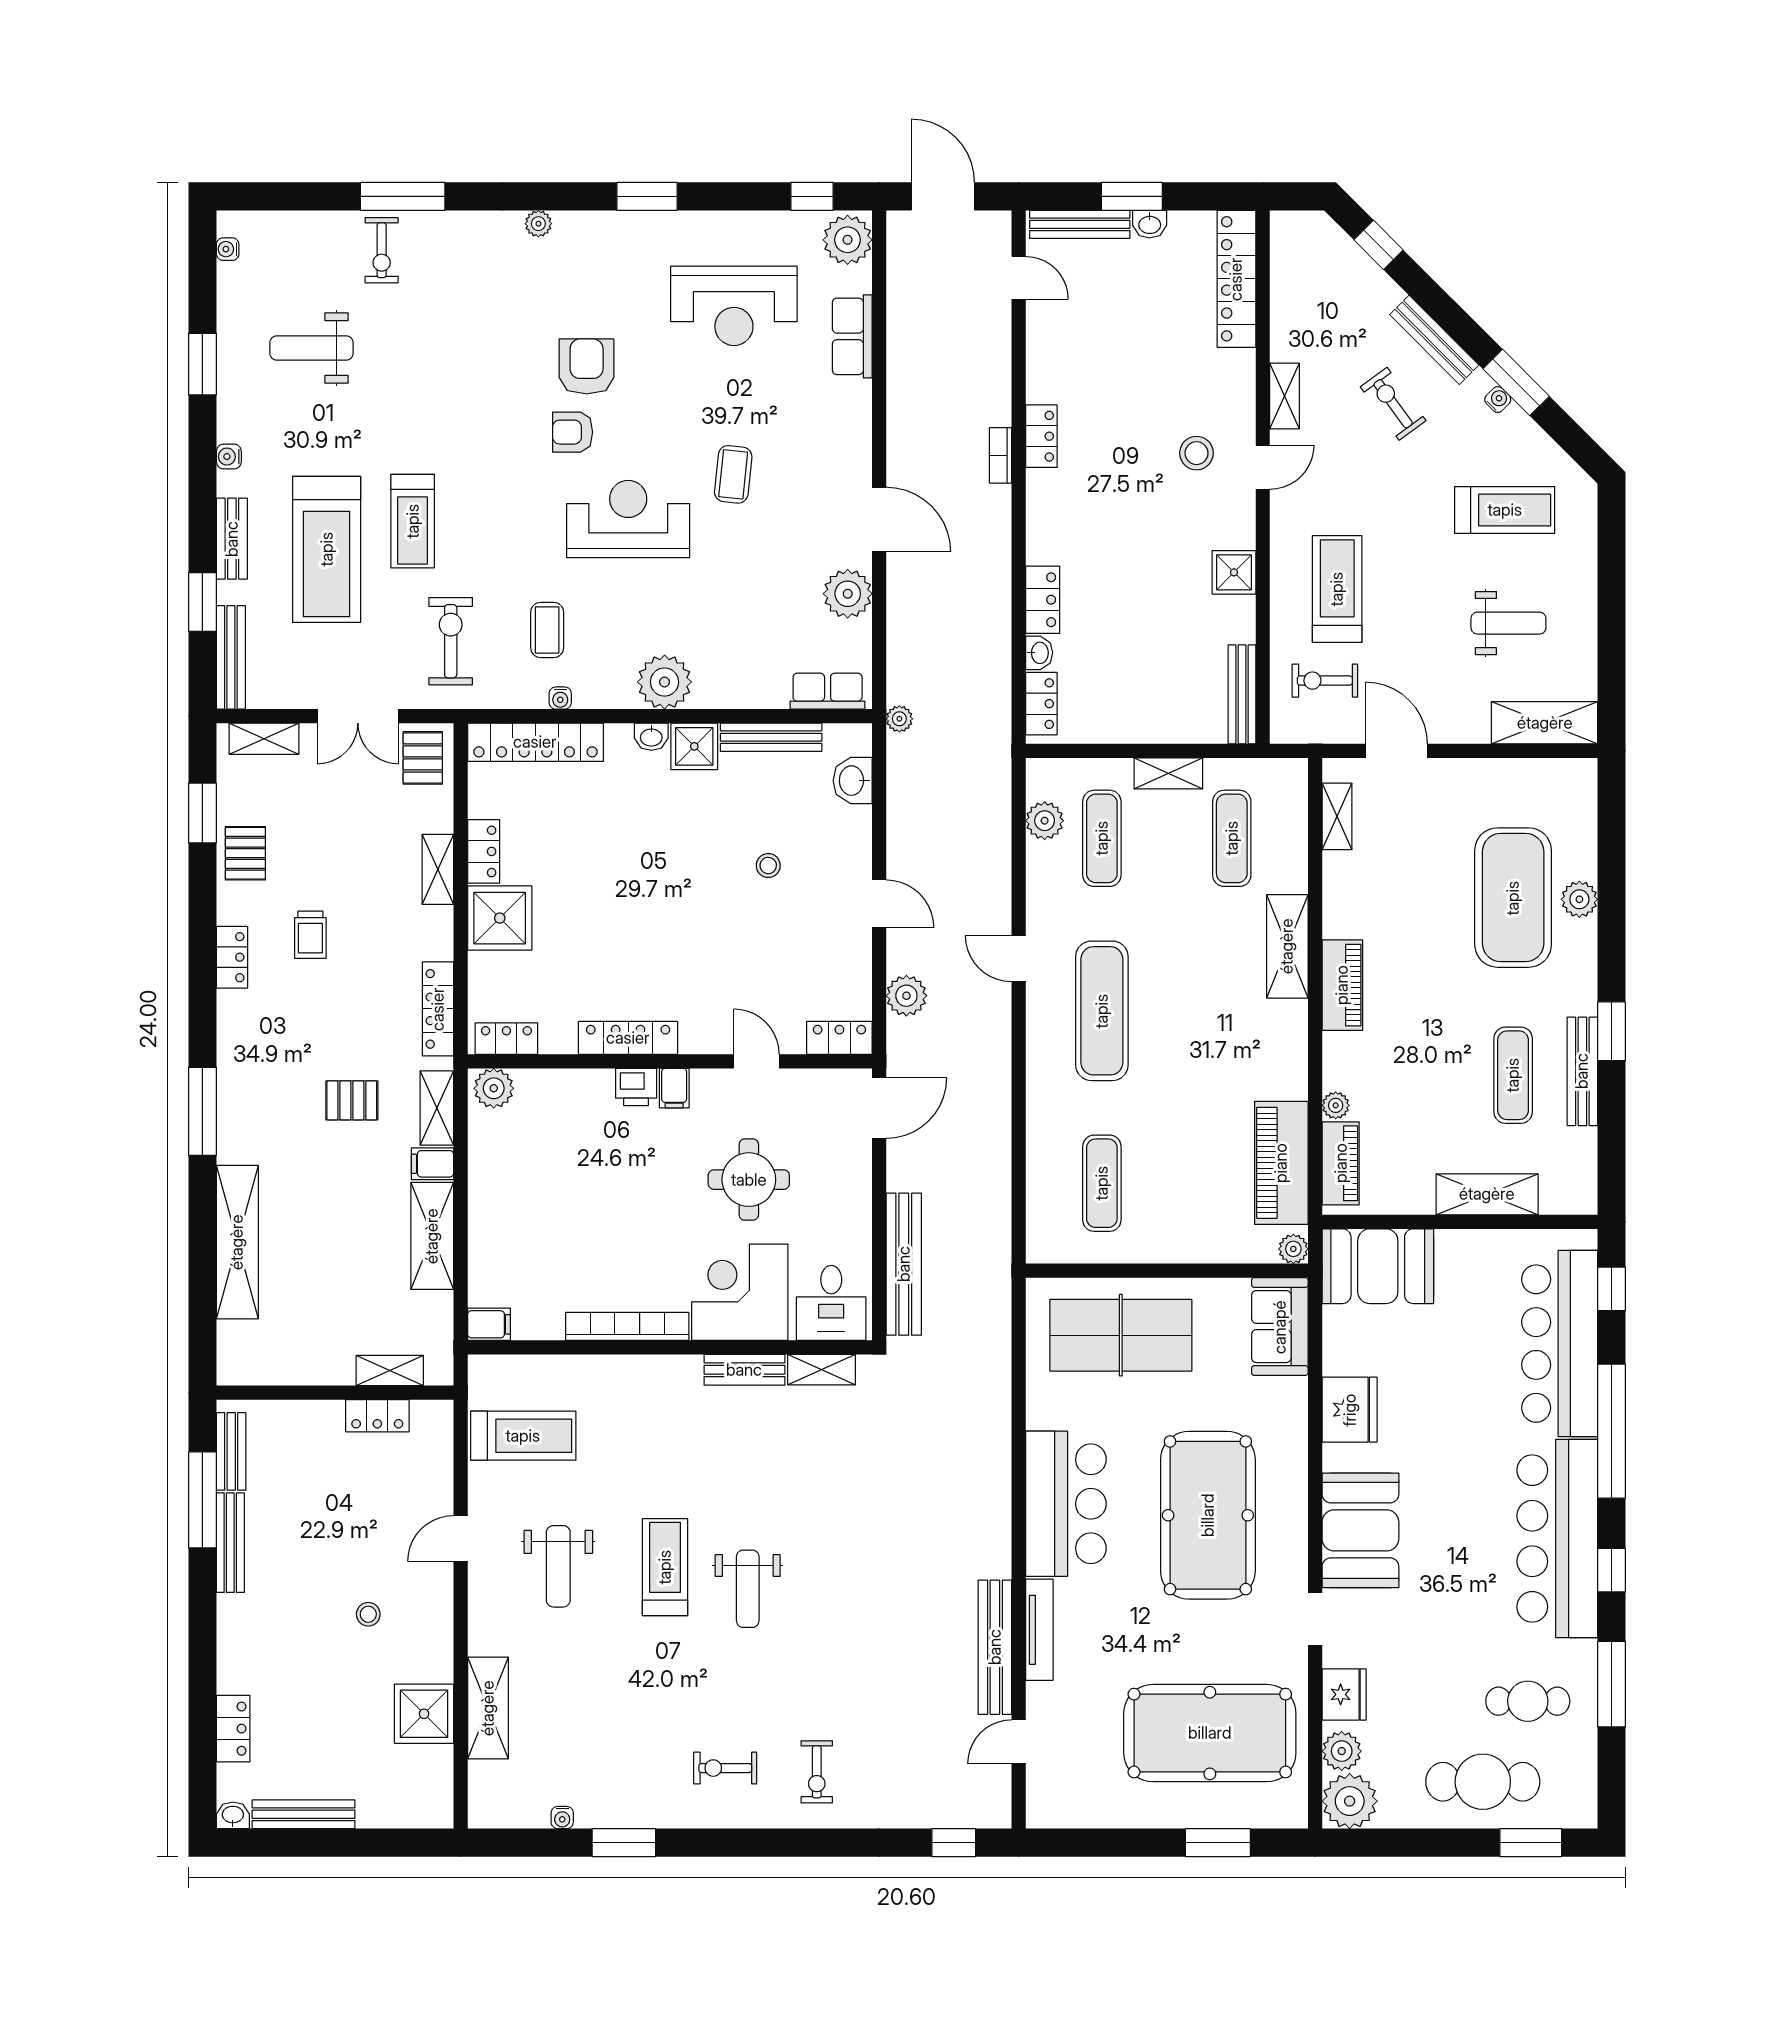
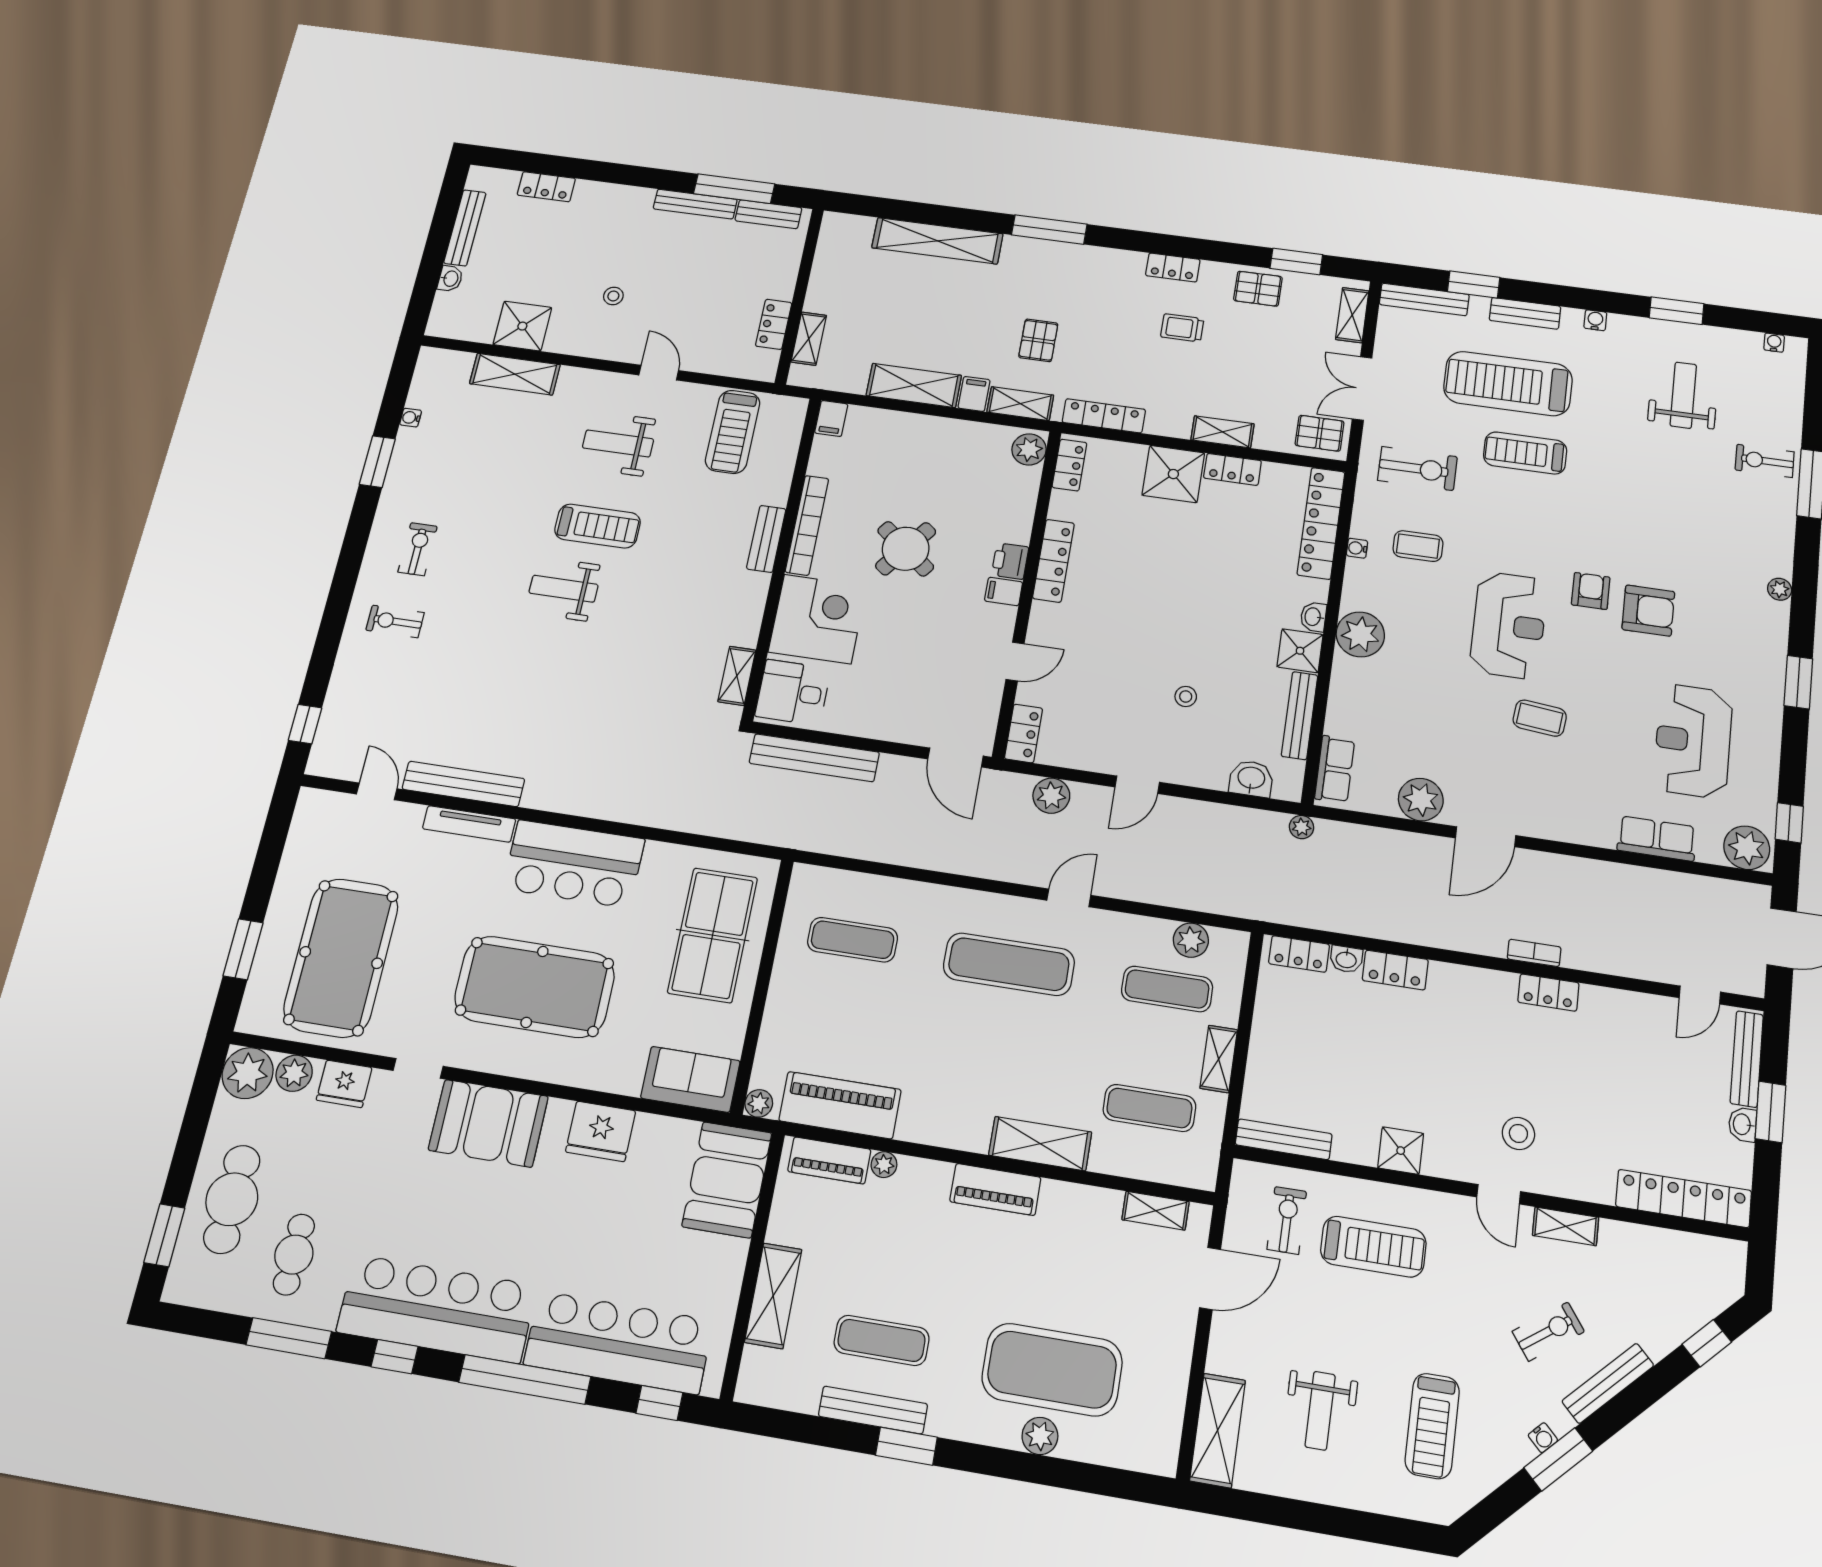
round table: (749, 1180) -> (906, 549), moved, turned 38
bench: (744, 1370) -> (766, 539), moved
washbasin: (233, 1815) -> (450, 279), moved

